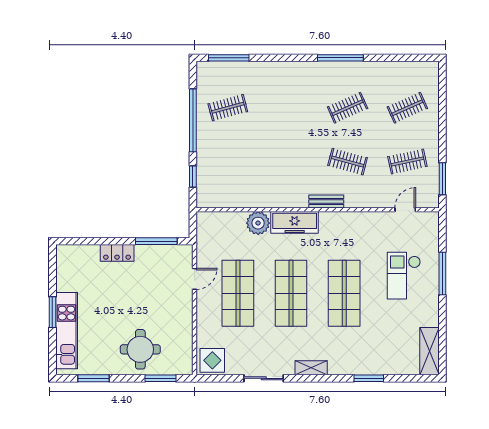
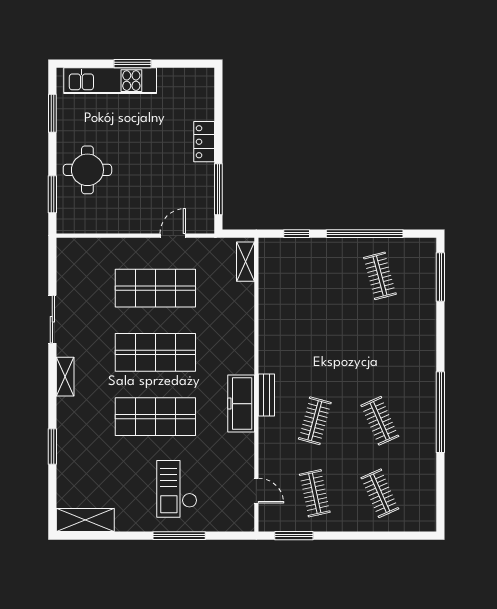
window: (340, 58) -> (440, 412), width x1.46
shelving: (216, 219) -> (245, 262), added
freezer: (295, 222) -> (241, 404), moved
plant: (258, 223) -> (240, 312), removed
checkout: (404, 276) -> (177, 489), turned -90
door: (195, 279) -> (173, 236), swing flipped
display table: (212, 360) -> (74, 257), removed

